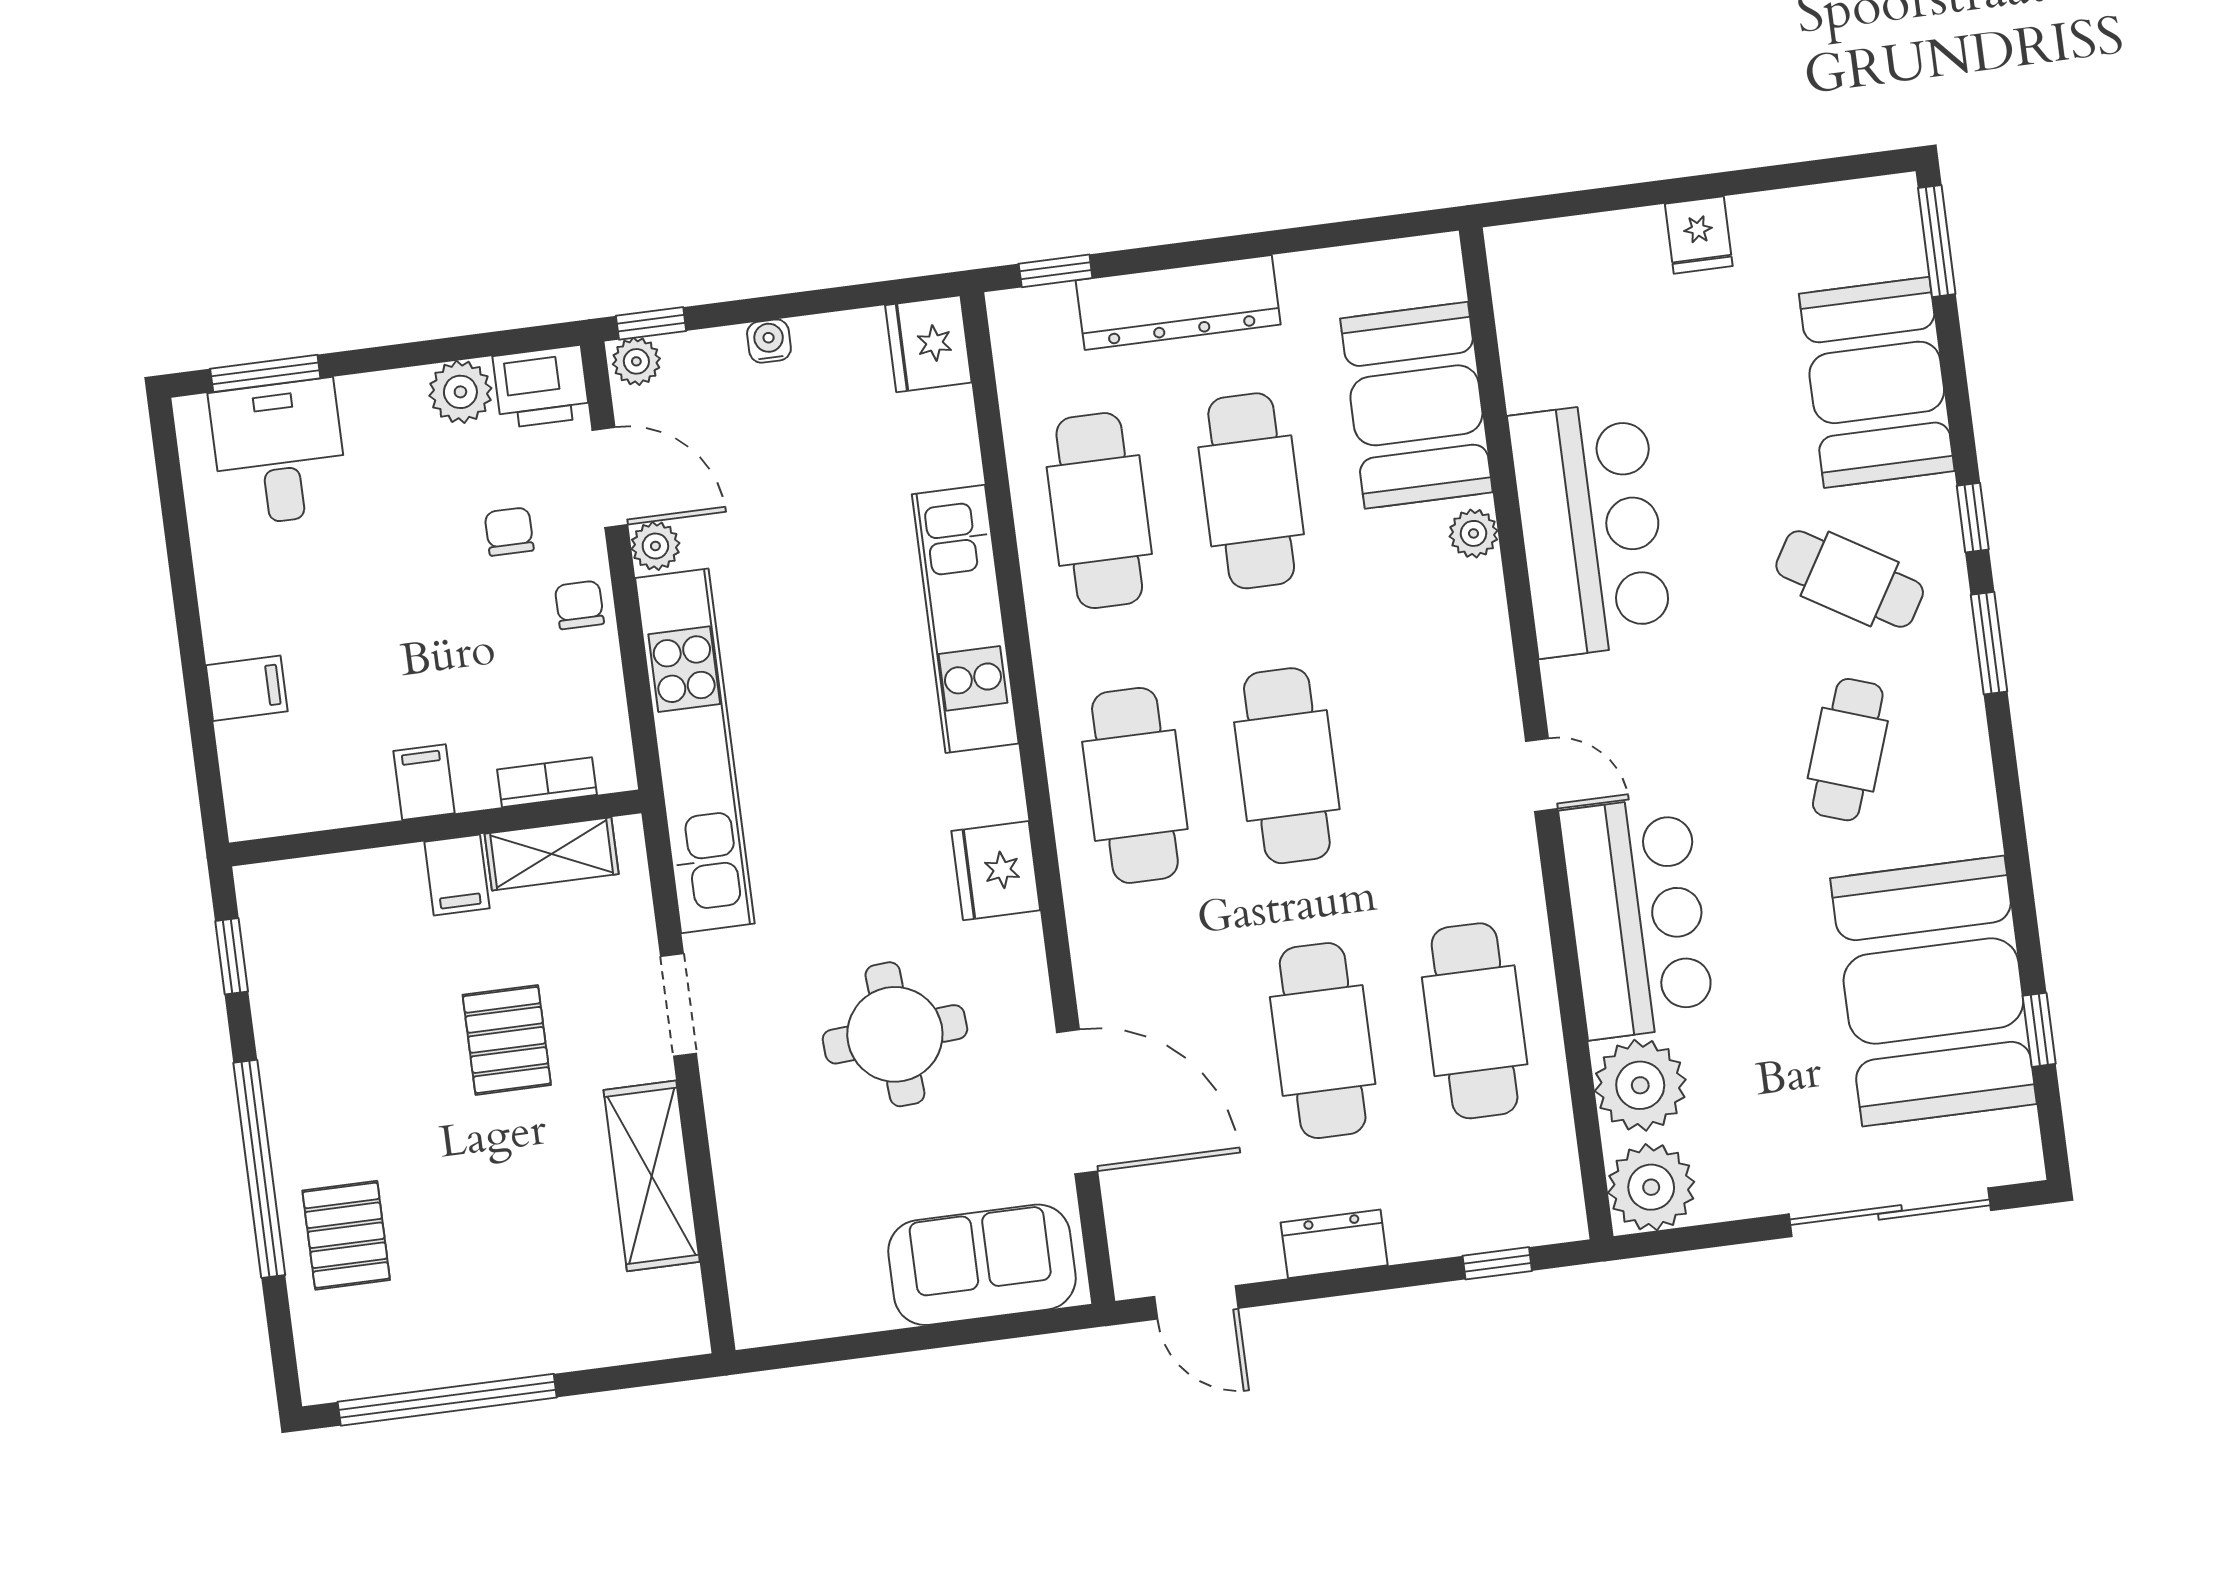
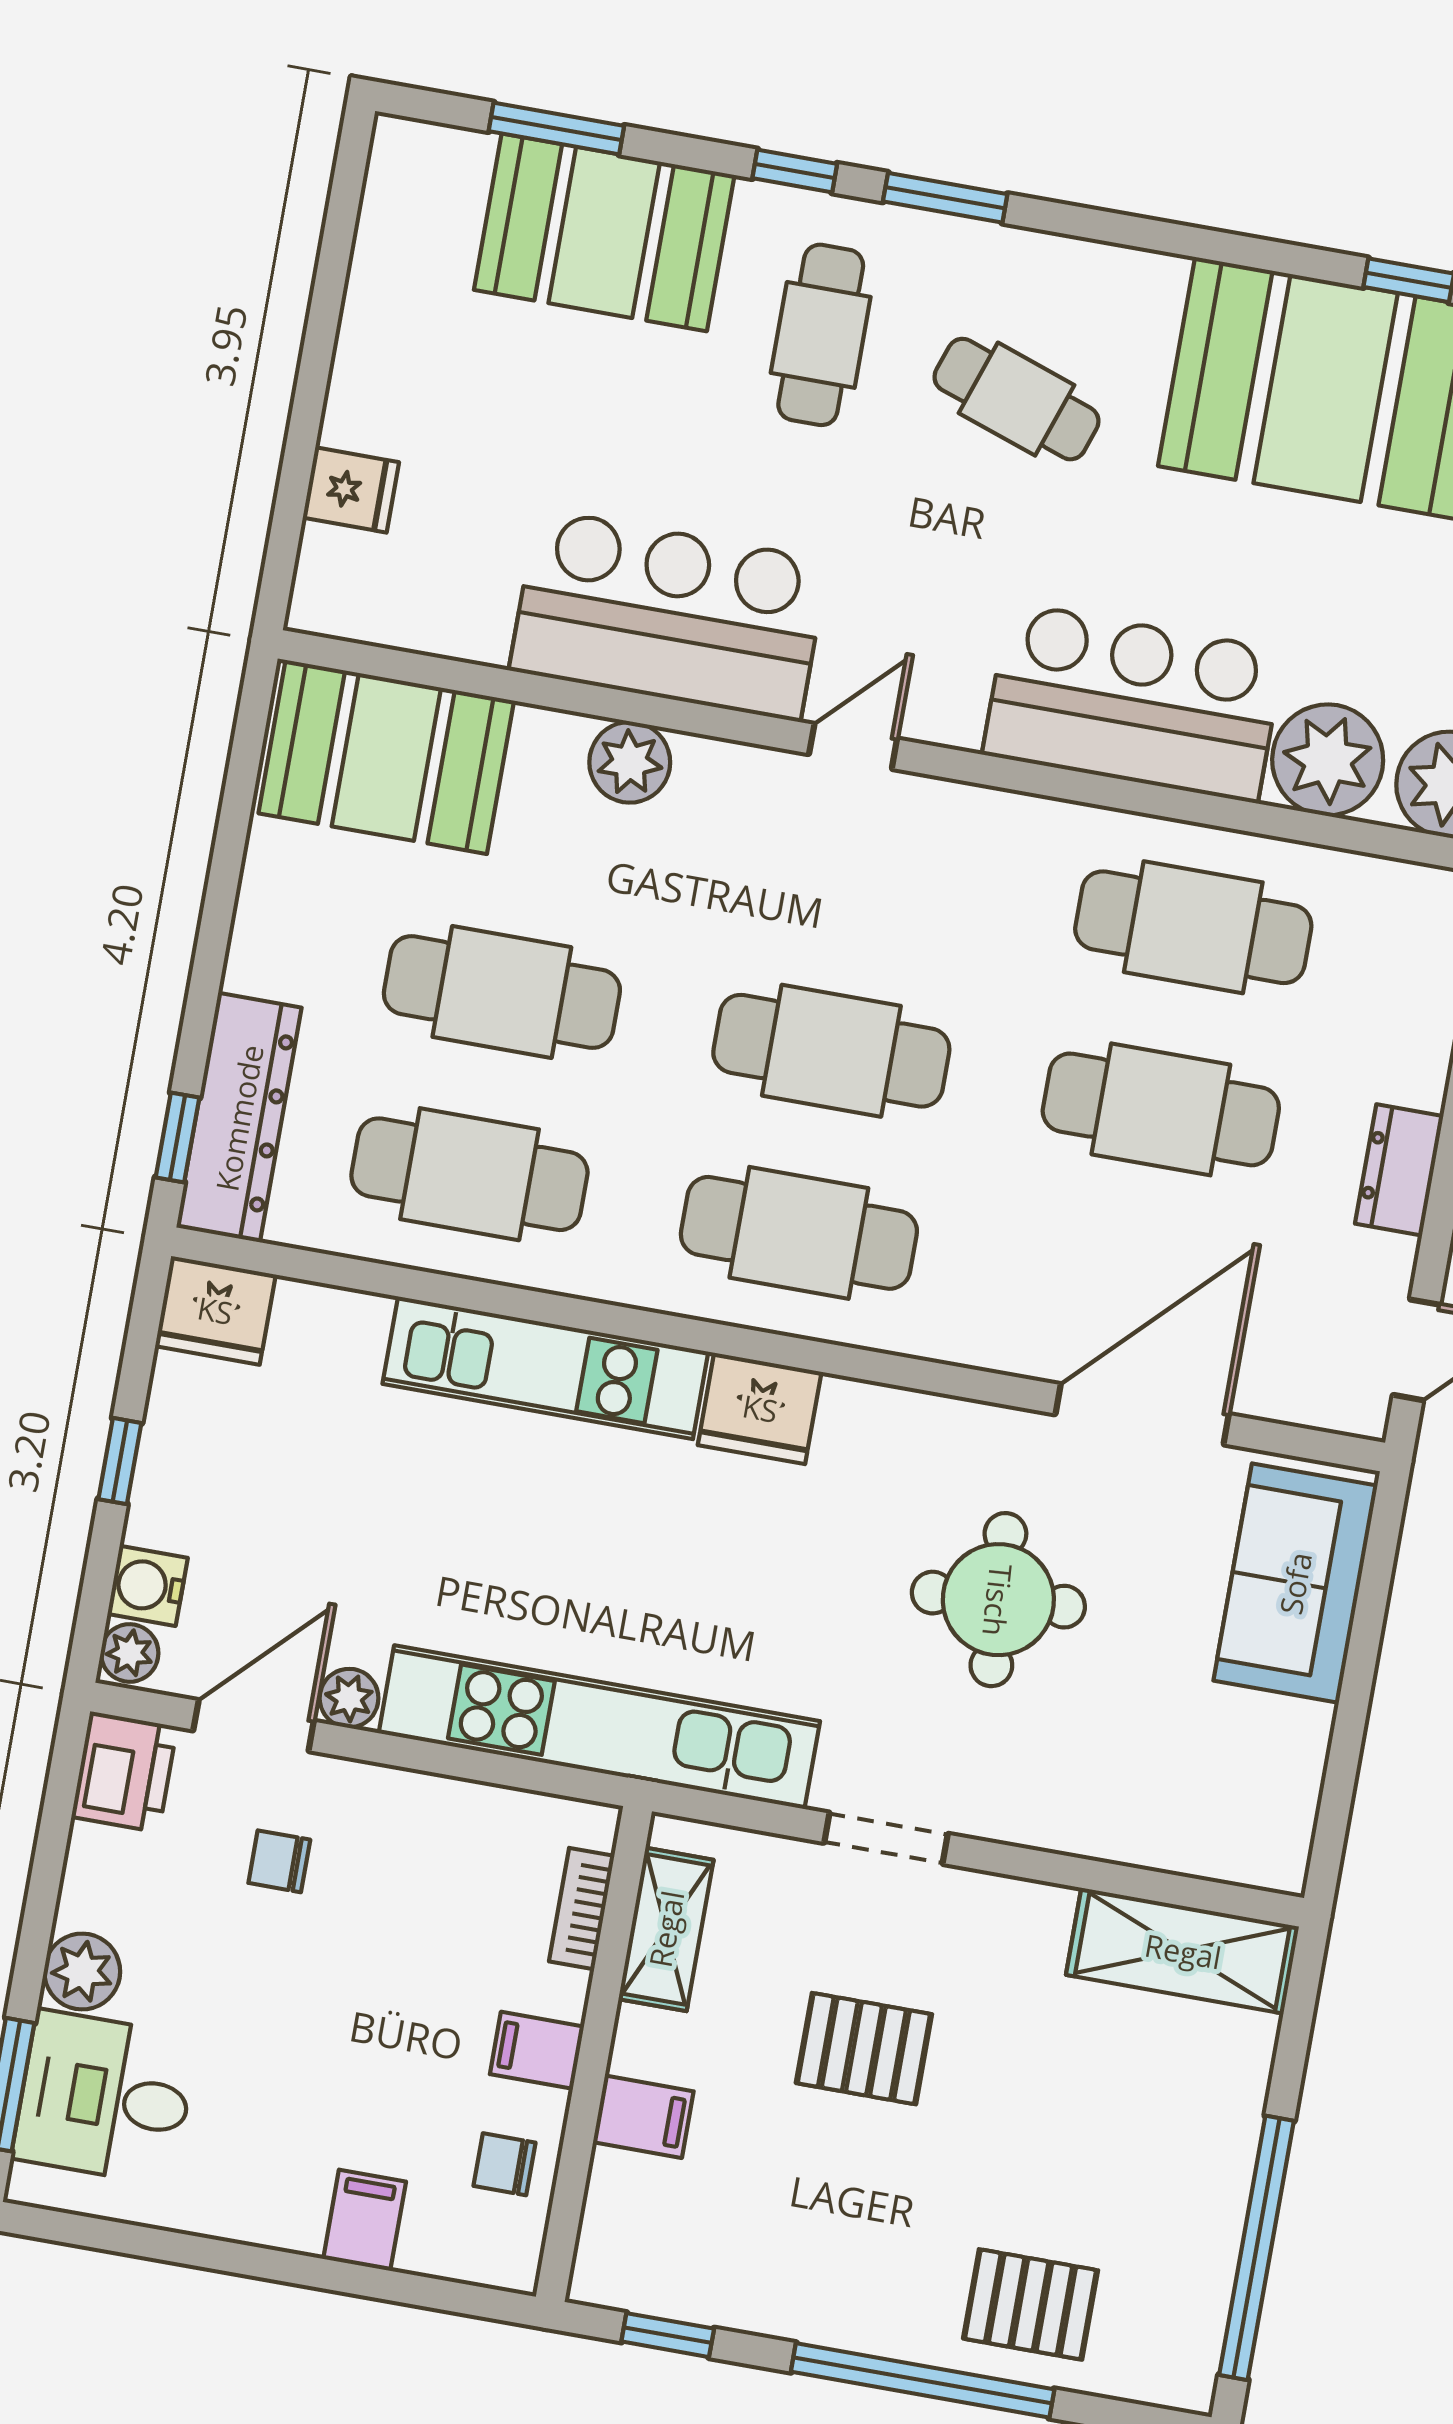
fridge: (1699, 235) -> (351, 490), moved
window: (1937, 241) -> (556, 129), moved
dresser: (1178, 302) -> (239, 1118), moved
window: (651, 323) -> (120, 1461), moved
water cooler: (769, 341) -> (148, 1586), moved, width x1.38, depth x1.38
plant: (460, 392) -> (82, 1972), moved
booth: (1416, 405) -> (386, 757), moved
plant: (1474, 533) -> (630, 762), width x1.38, depth x1.38
cafe table: (1850, 579) -> (821, 335), turned -31
chair: (579, 605) -> (505, 2164), moved
door: (1542, 775) -> (853, 746), moved
fridge: (996, 871) -> (760, 1408), moved
filing cabinet: (457, 875) -> (643, 2117), moved
shelving: (652, 1176) -> (1183, 1951), moved

